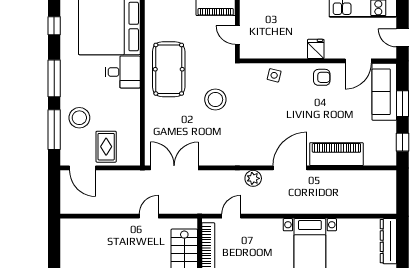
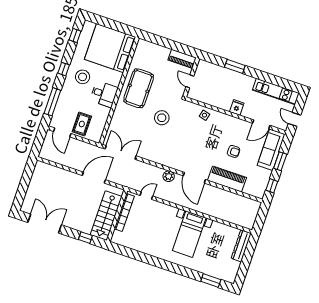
desk: (123, 72) -> (104, 94), moved
armchair: (322, 77) -> (234, 151), moved
window: (54, 78) -> (64, 69), width x0.46
stool: (79, 118) -> (83, 77), moved
door: (290, 168) -> (194, 178), swing flipped
door: (149, 216) -> (94, 178), width x1.87

